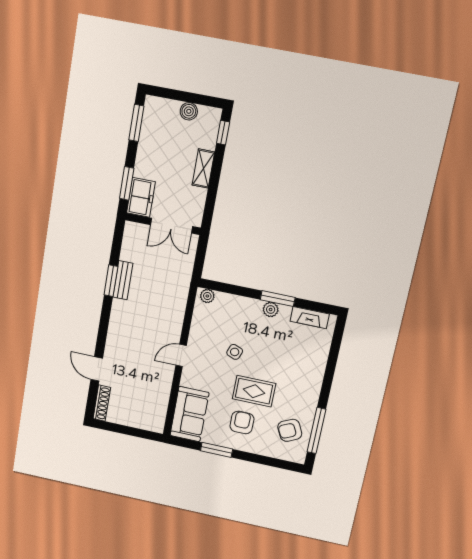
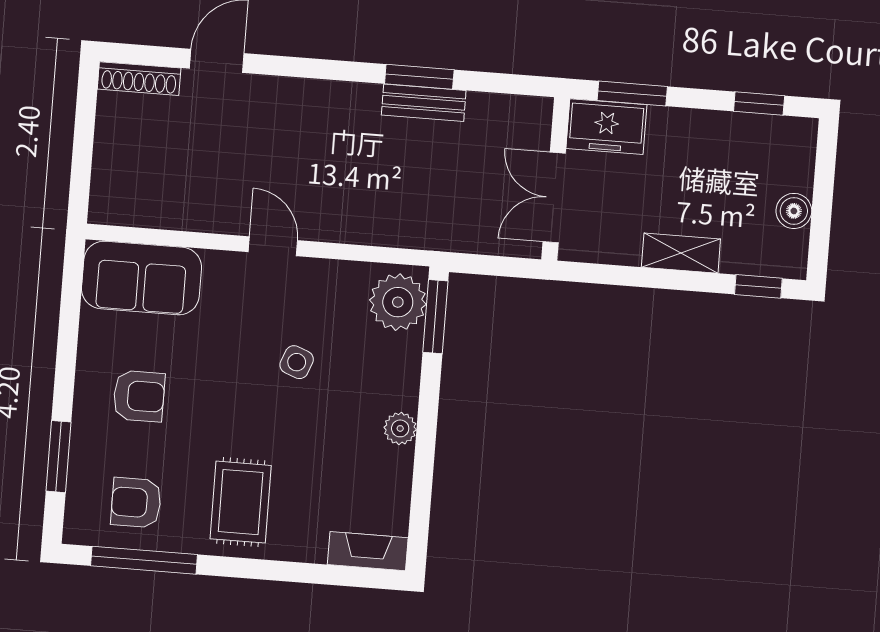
window: (136, 123) -> (759, 103), width x0.67
plant: (207, 296) -> (398, 302), width x1.88, depth x1.88
window: (278, 299) -> (435, 317), moved
fireplace: (310, 318) -> (368, 551), moved, turned 90
rug: (254, 391) -> (241, 502), moved
armchair: (290, 430) -> (136, 503), turned -64
window: (217, 450) -> (58, 457), moved

